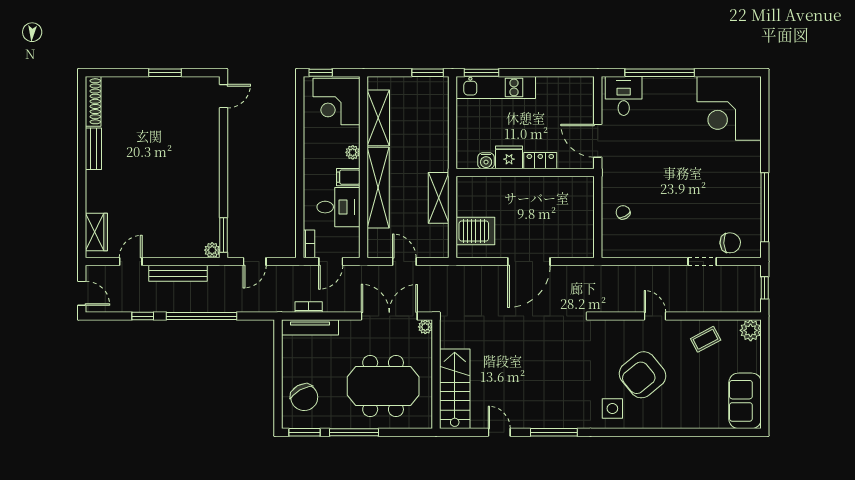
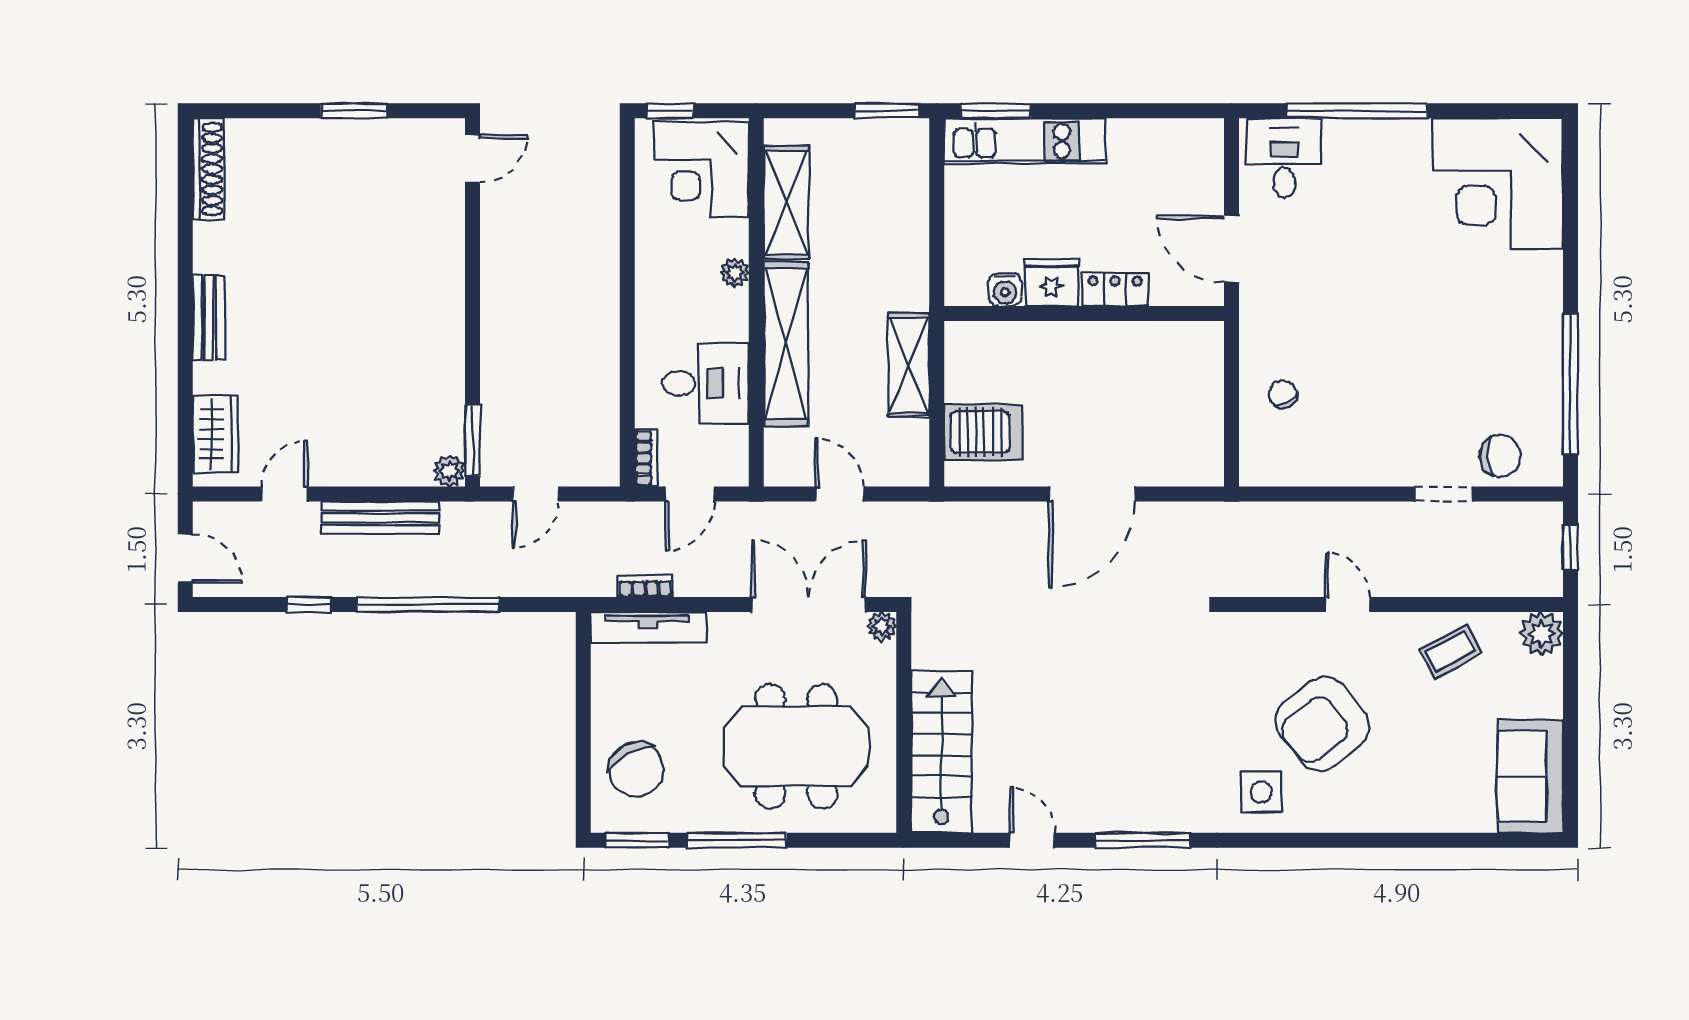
bench: (93, 149) -> (209, 318), moved
filing cabinet: (348, 177) -> (725, 323), removed

